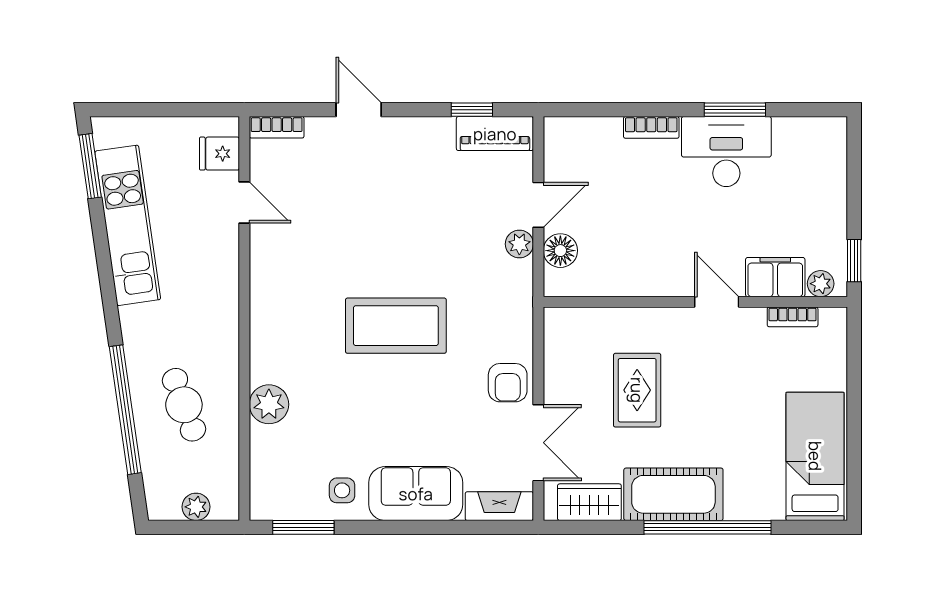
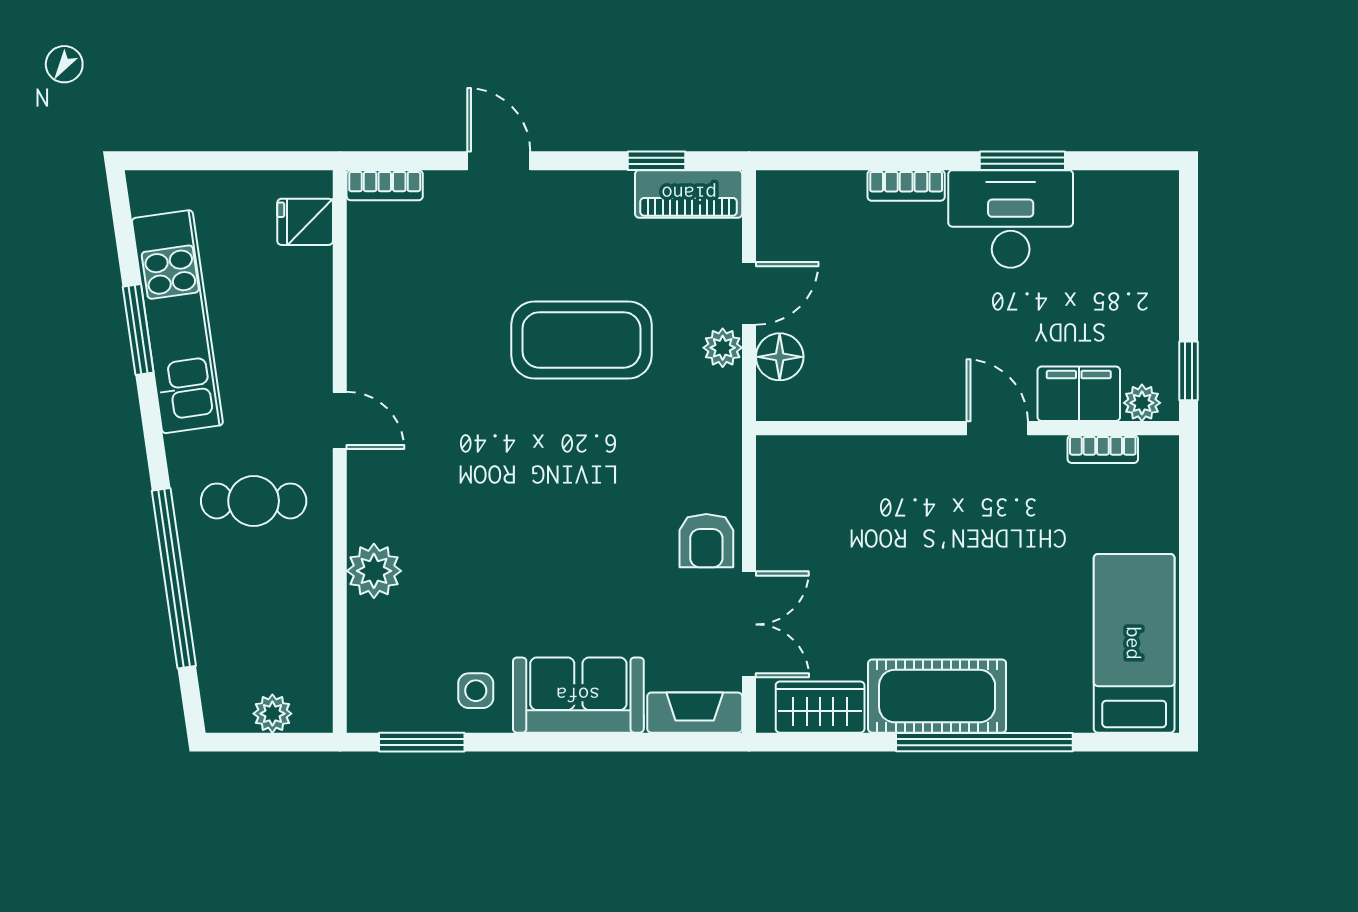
window: (90, 166) -> (138, 330), moved
door: (244, 202) -> (340, 420), moved
coffee table: (396, 326) -> (581, 340), moved
rug: (637, 390) -> (887, 551), removed
cafe table: (184, 405) -> (254, 501), moved, turned -70

